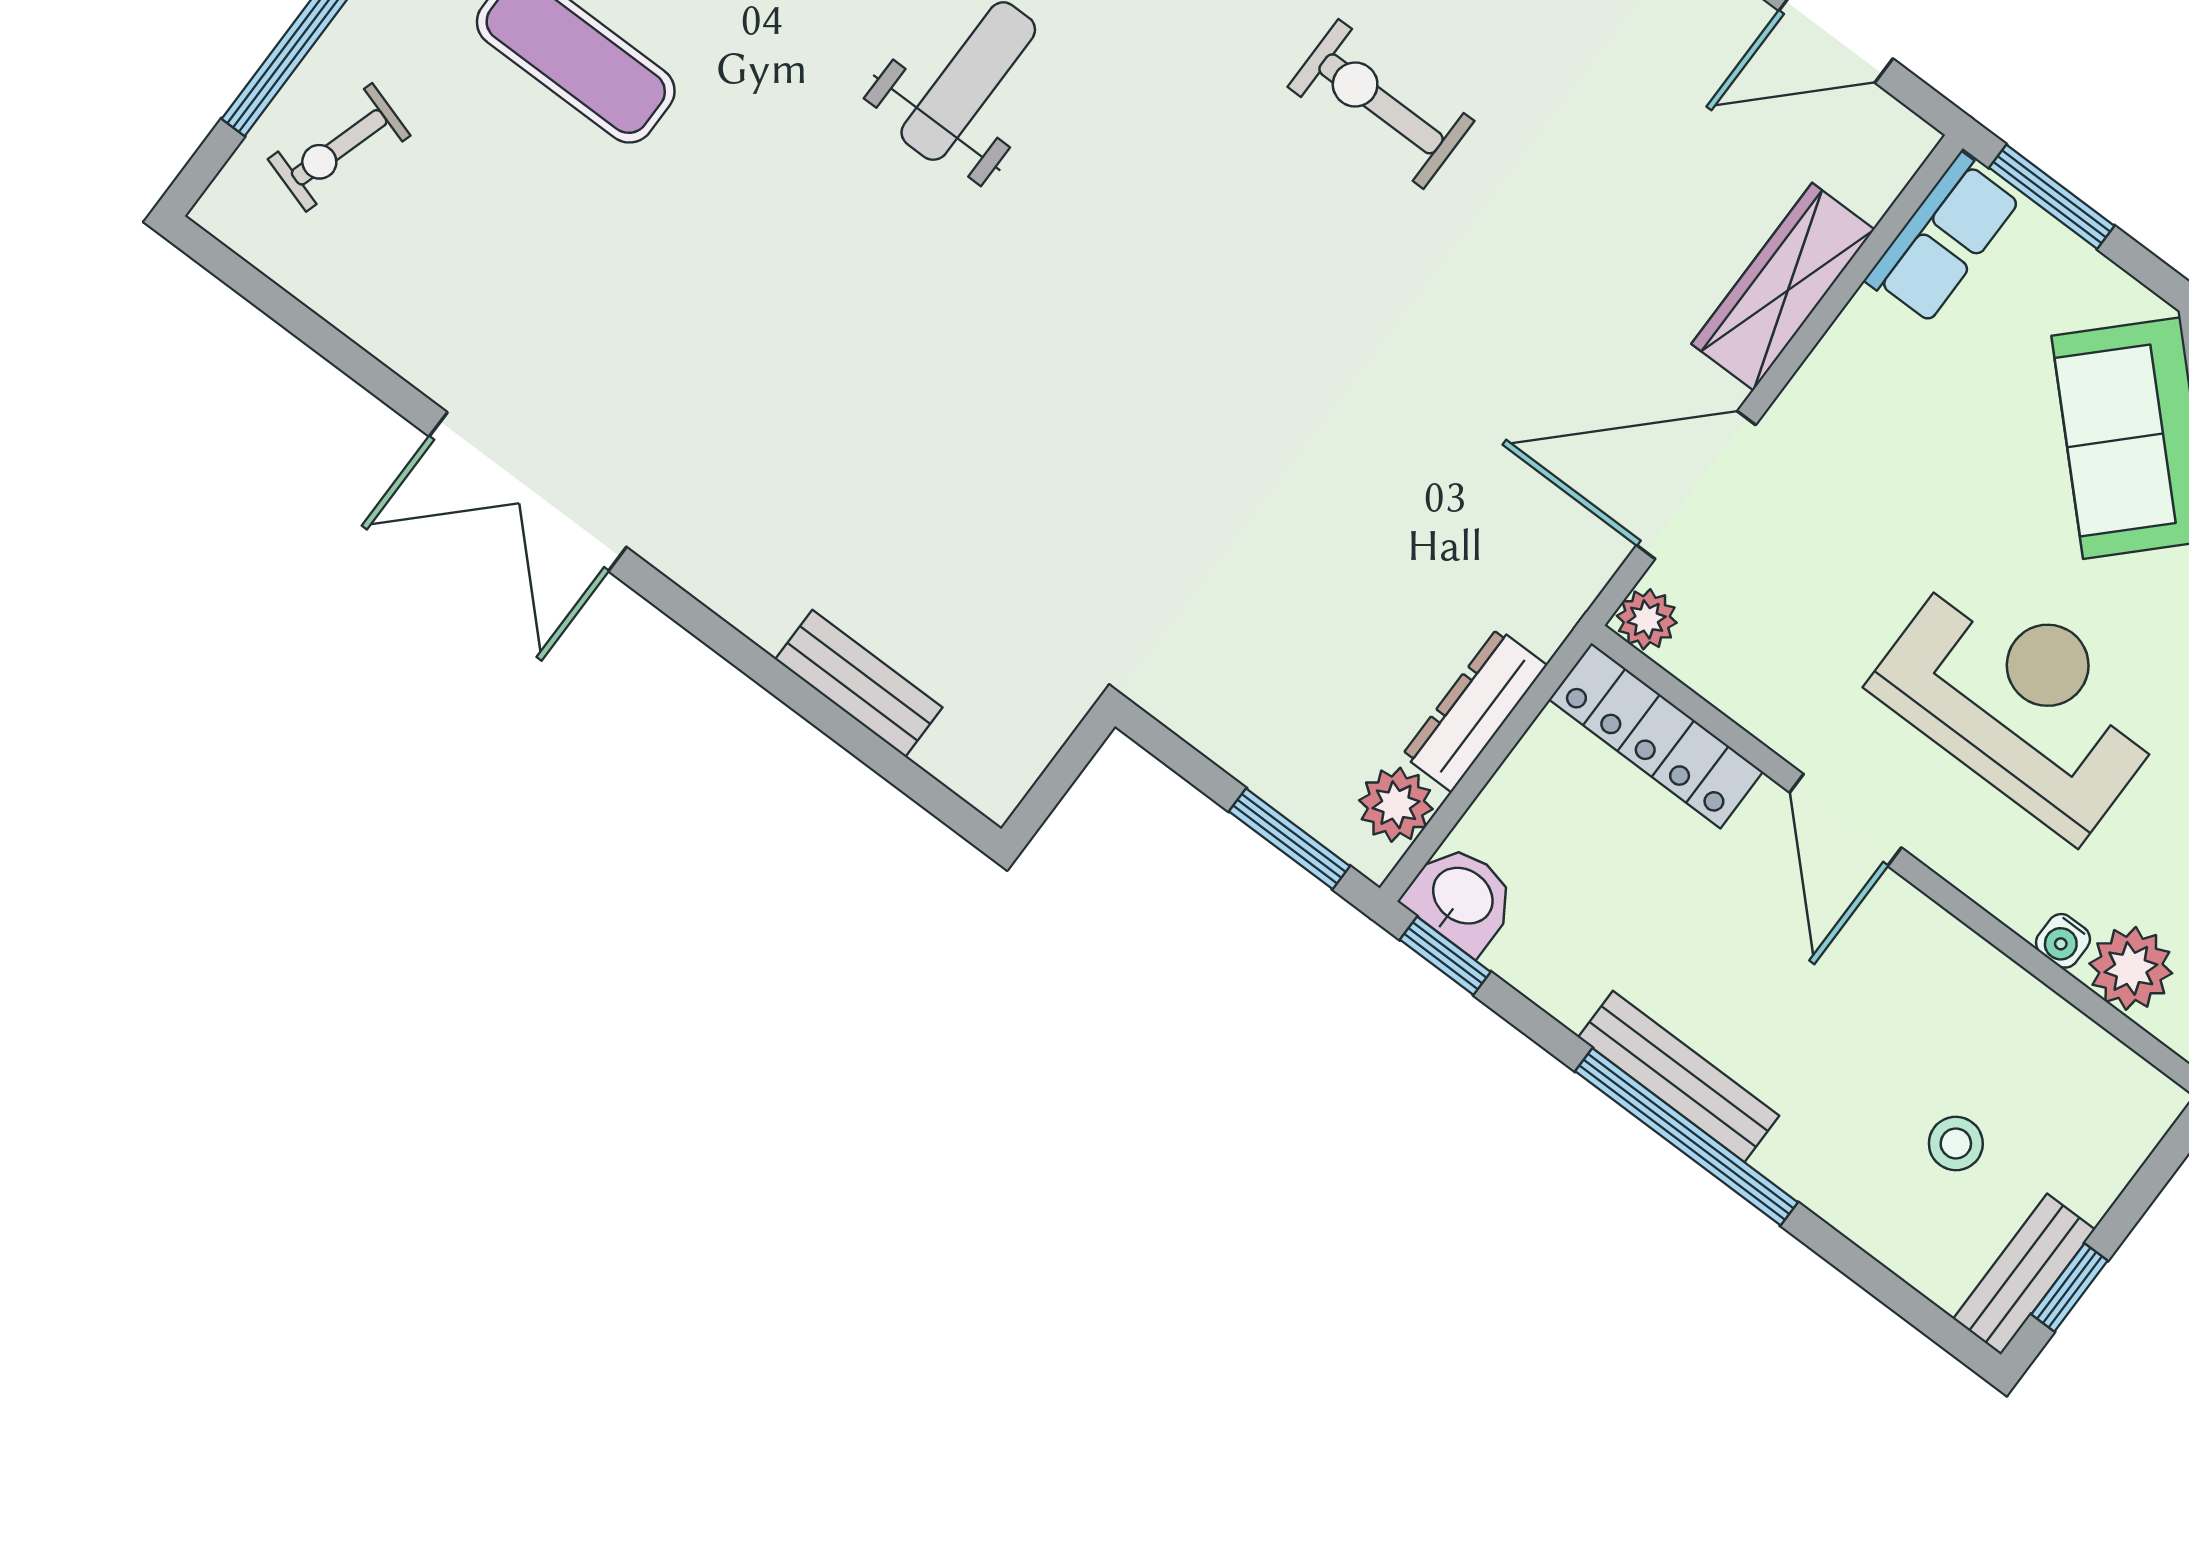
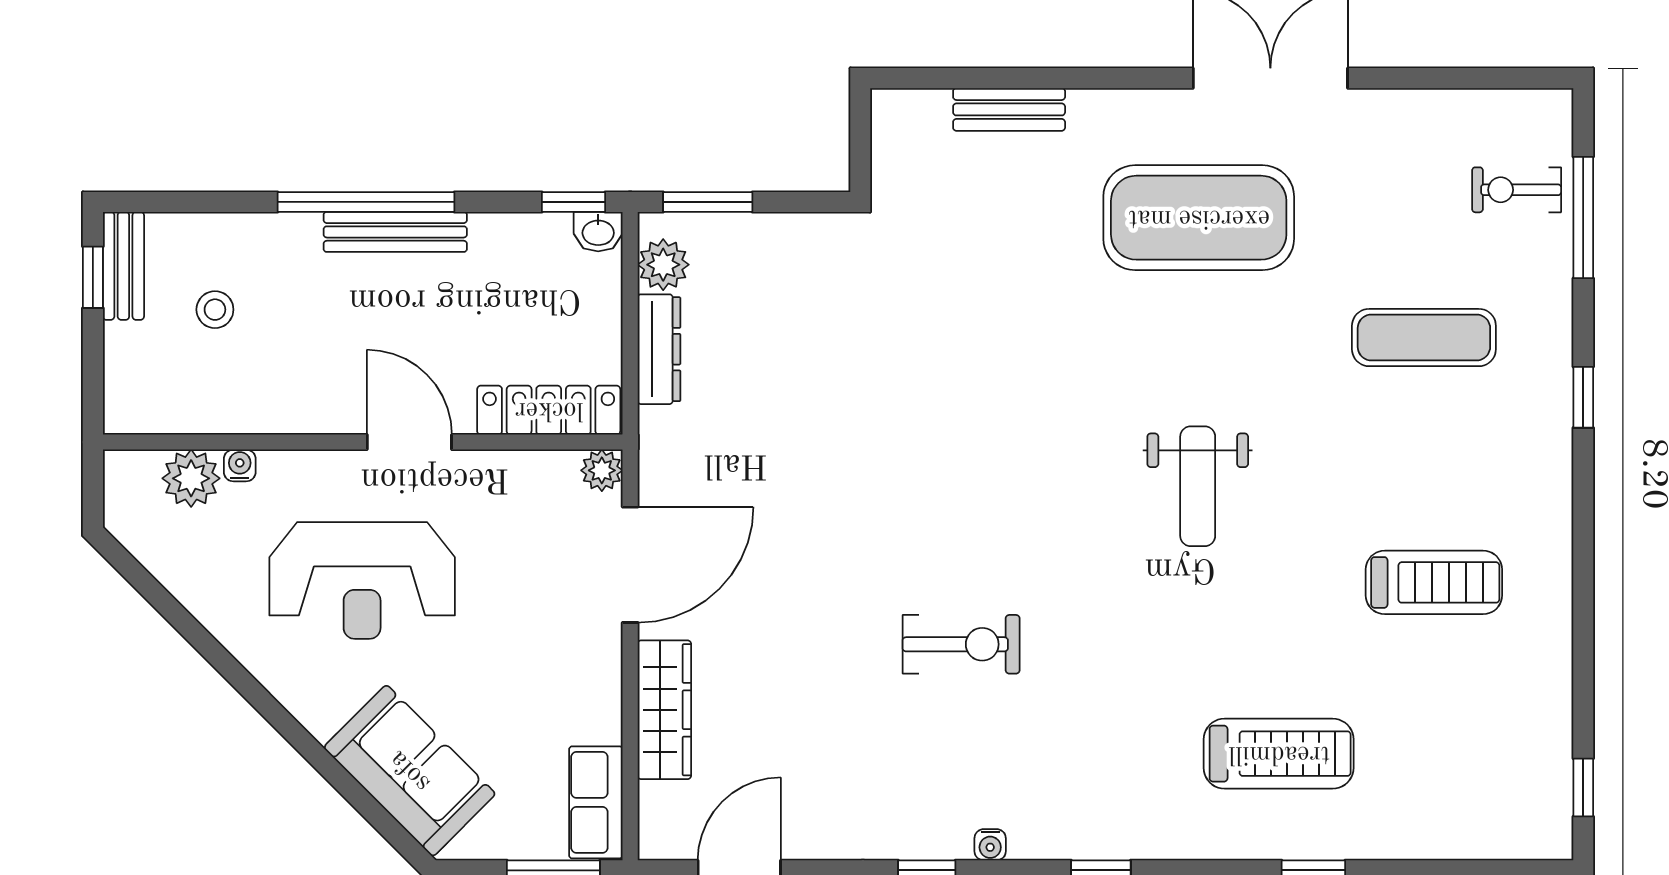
exercise bike: (339, 147) -> (1517, 190), turned -107
exercise mat: (733, 392) -> (1199, 218), added
washbasin: (1461, 898) -> (598, 232), width x0.72, depth x0.69

